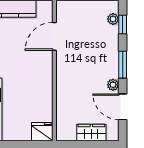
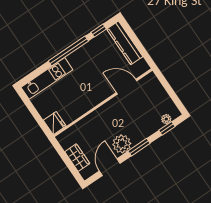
plant: (113, 85) -> (122, 144), width x1.88, depth x1.88

